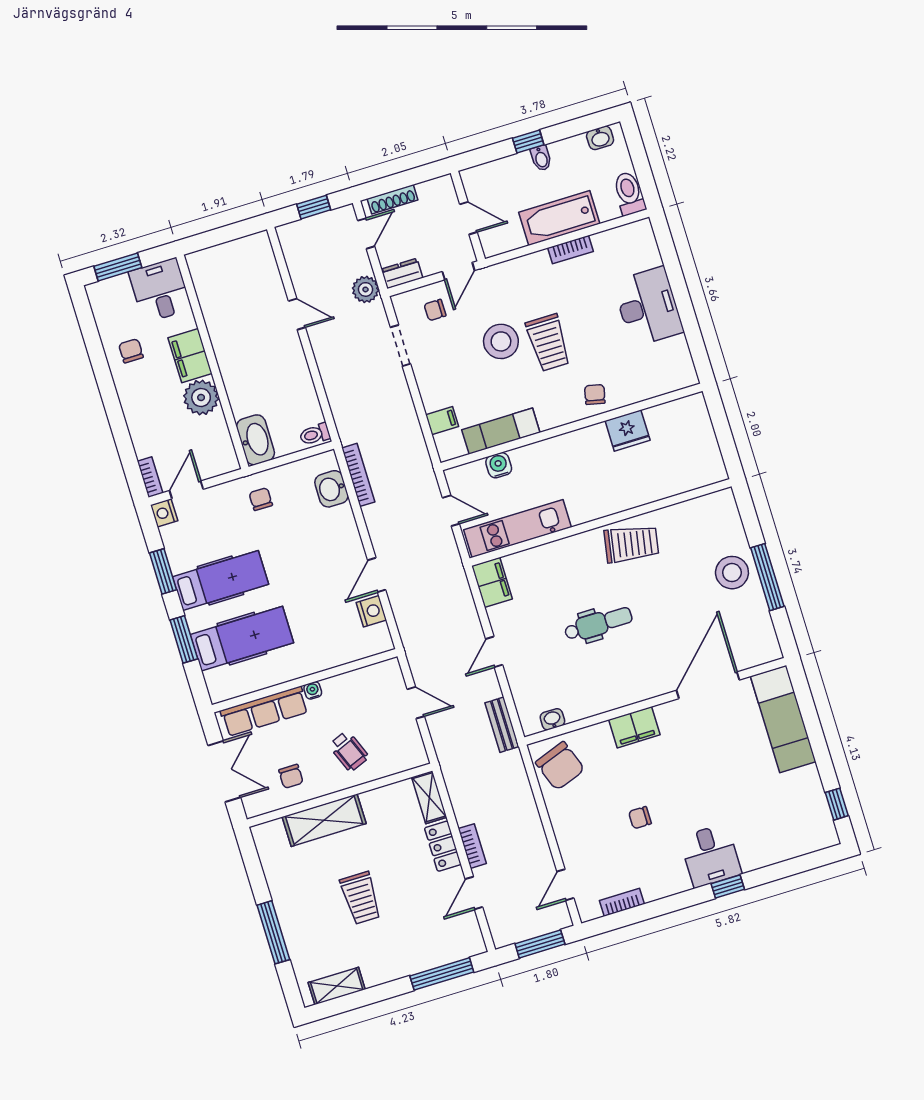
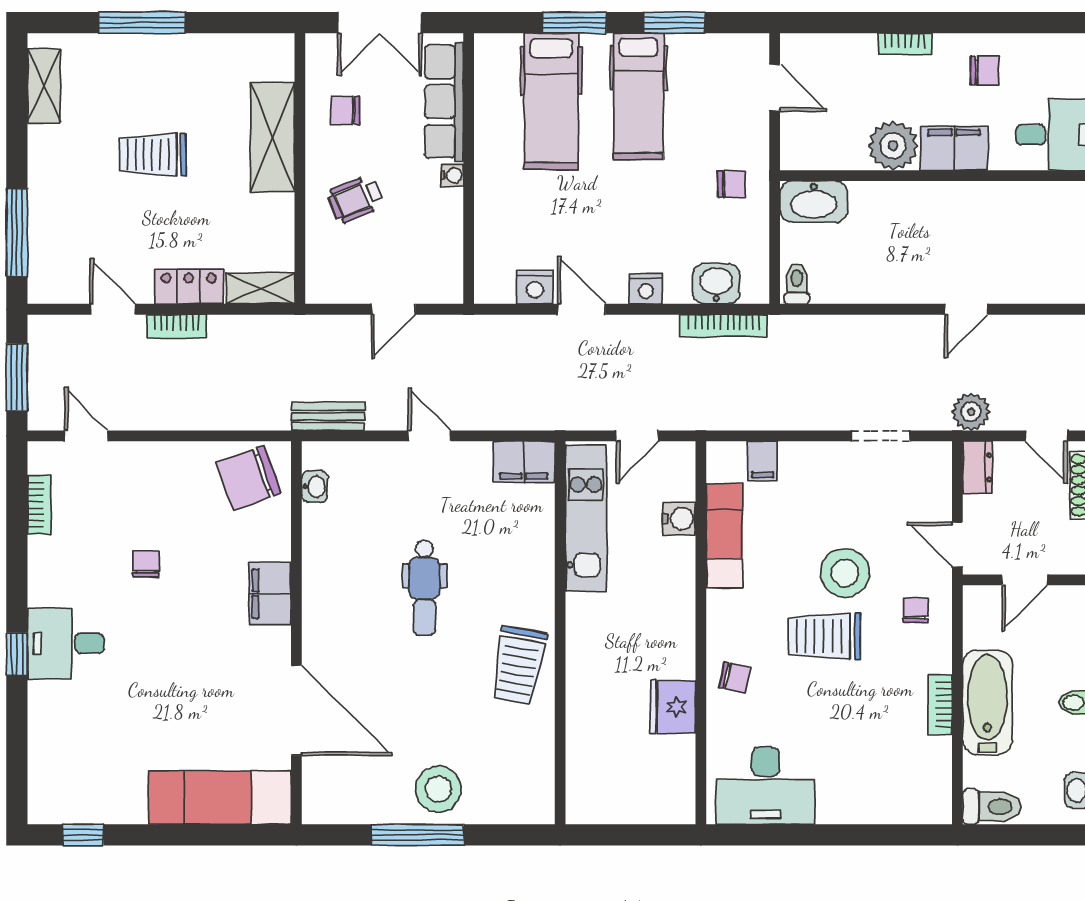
desk: (648, 307) -> (766, 786), moved
chair: (435, 310) -> (916, 610), moved
bookcase: (150, 477) -> (905, 44), moved
nightstand: (164, 513) -> (646, 289), moved, turned 180

